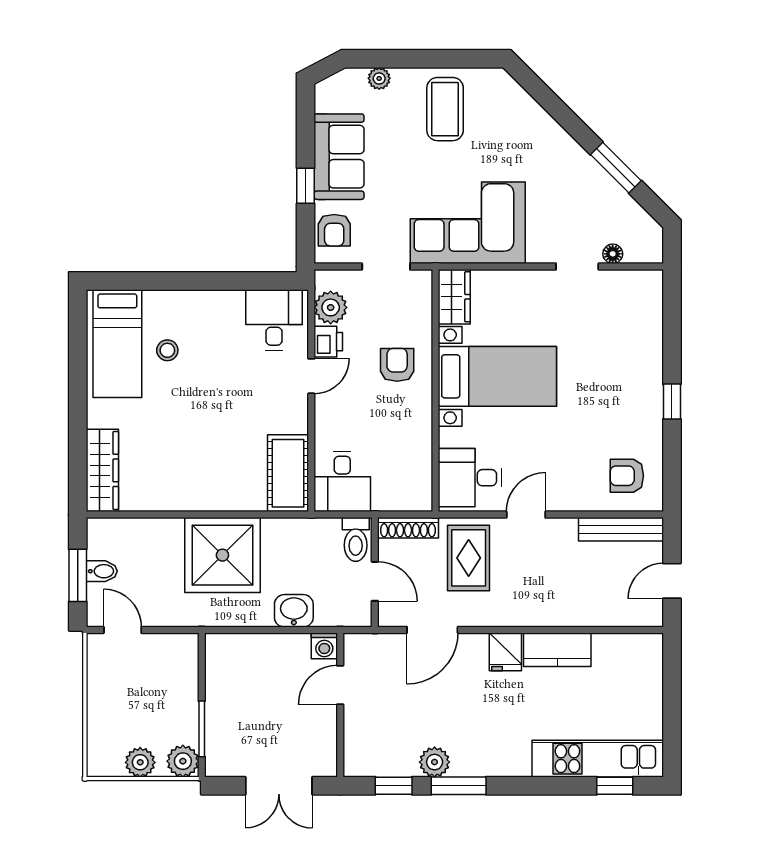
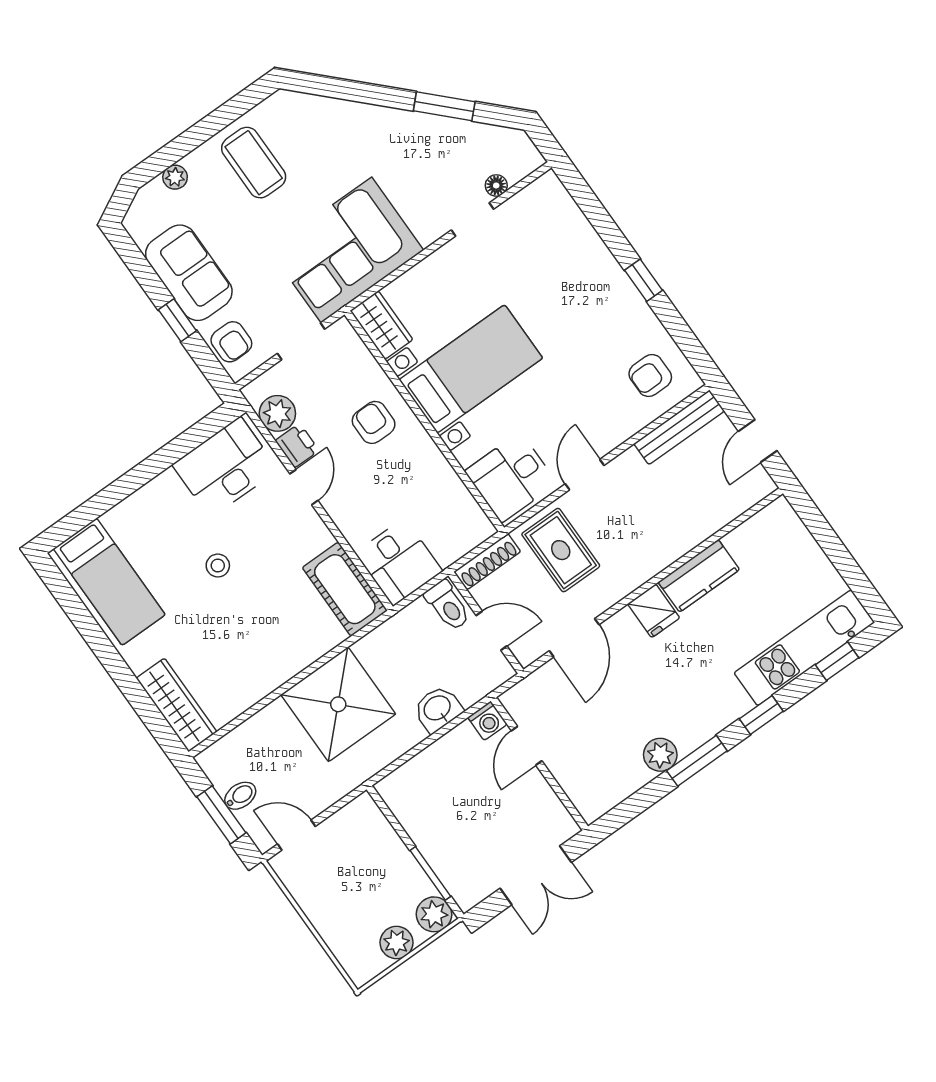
desk: (274, 320) -> (225, 467), width x1.37
stool: (167, 350) -> (218, 566), moved
window: (394, 786) -> (761, 715), moved

